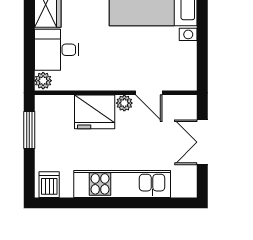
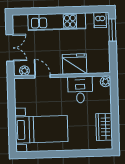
desk: (57, 50) -> (80, 90), moved, turned -90
plant: (124, 103) -> (24, 71), moved
window: (29, 130) -> (112, 30), moved

